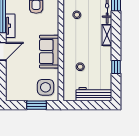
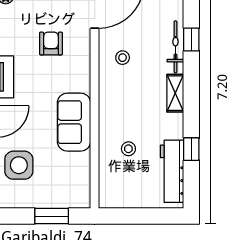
side table: (45, 87) -> (19, 165), moved
workbench: (94, 94) -> (172, 171), moved, turned -90

